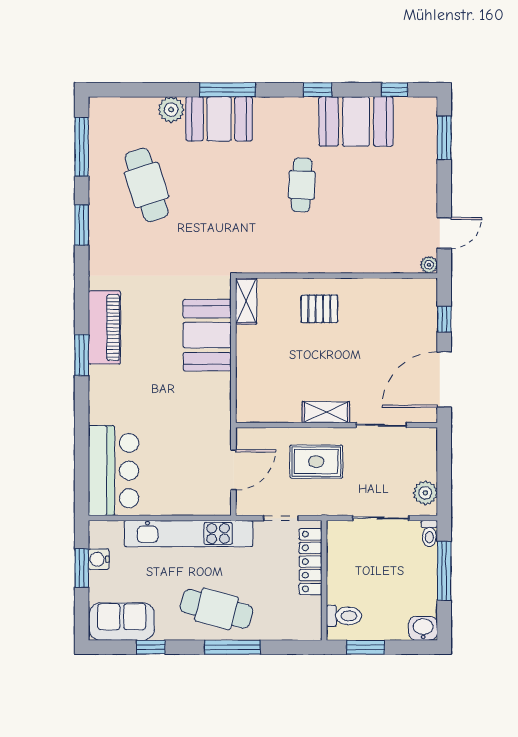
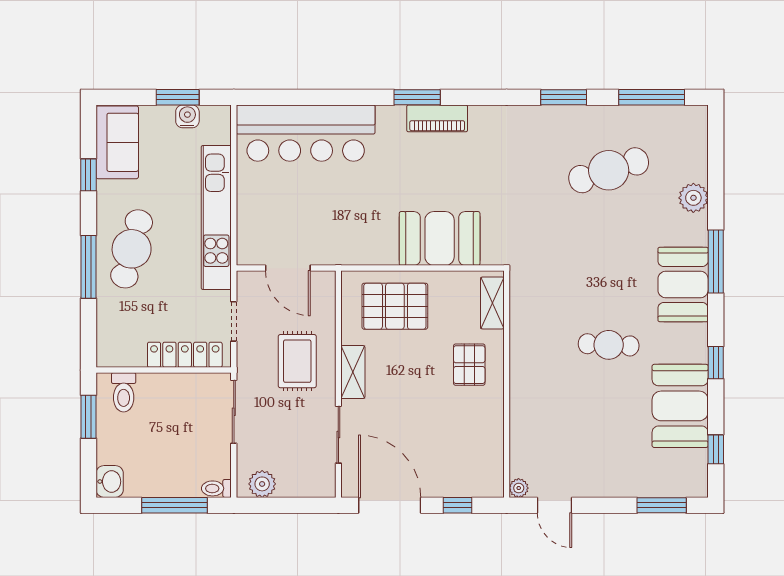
booth: (219, 119) -> (683, 284), moved
shelving: (246, 301) -> (492, 303), moved, turned 90
piano: (104, 327) -> (437, 118), width x0.73, depth x0.75
pallet: (267, 375) -> (395, 306), added
bar counter: (114, 471) -> (306, 133), width x1.36
sliding door: (381, 518) -> (234, 412), moved

